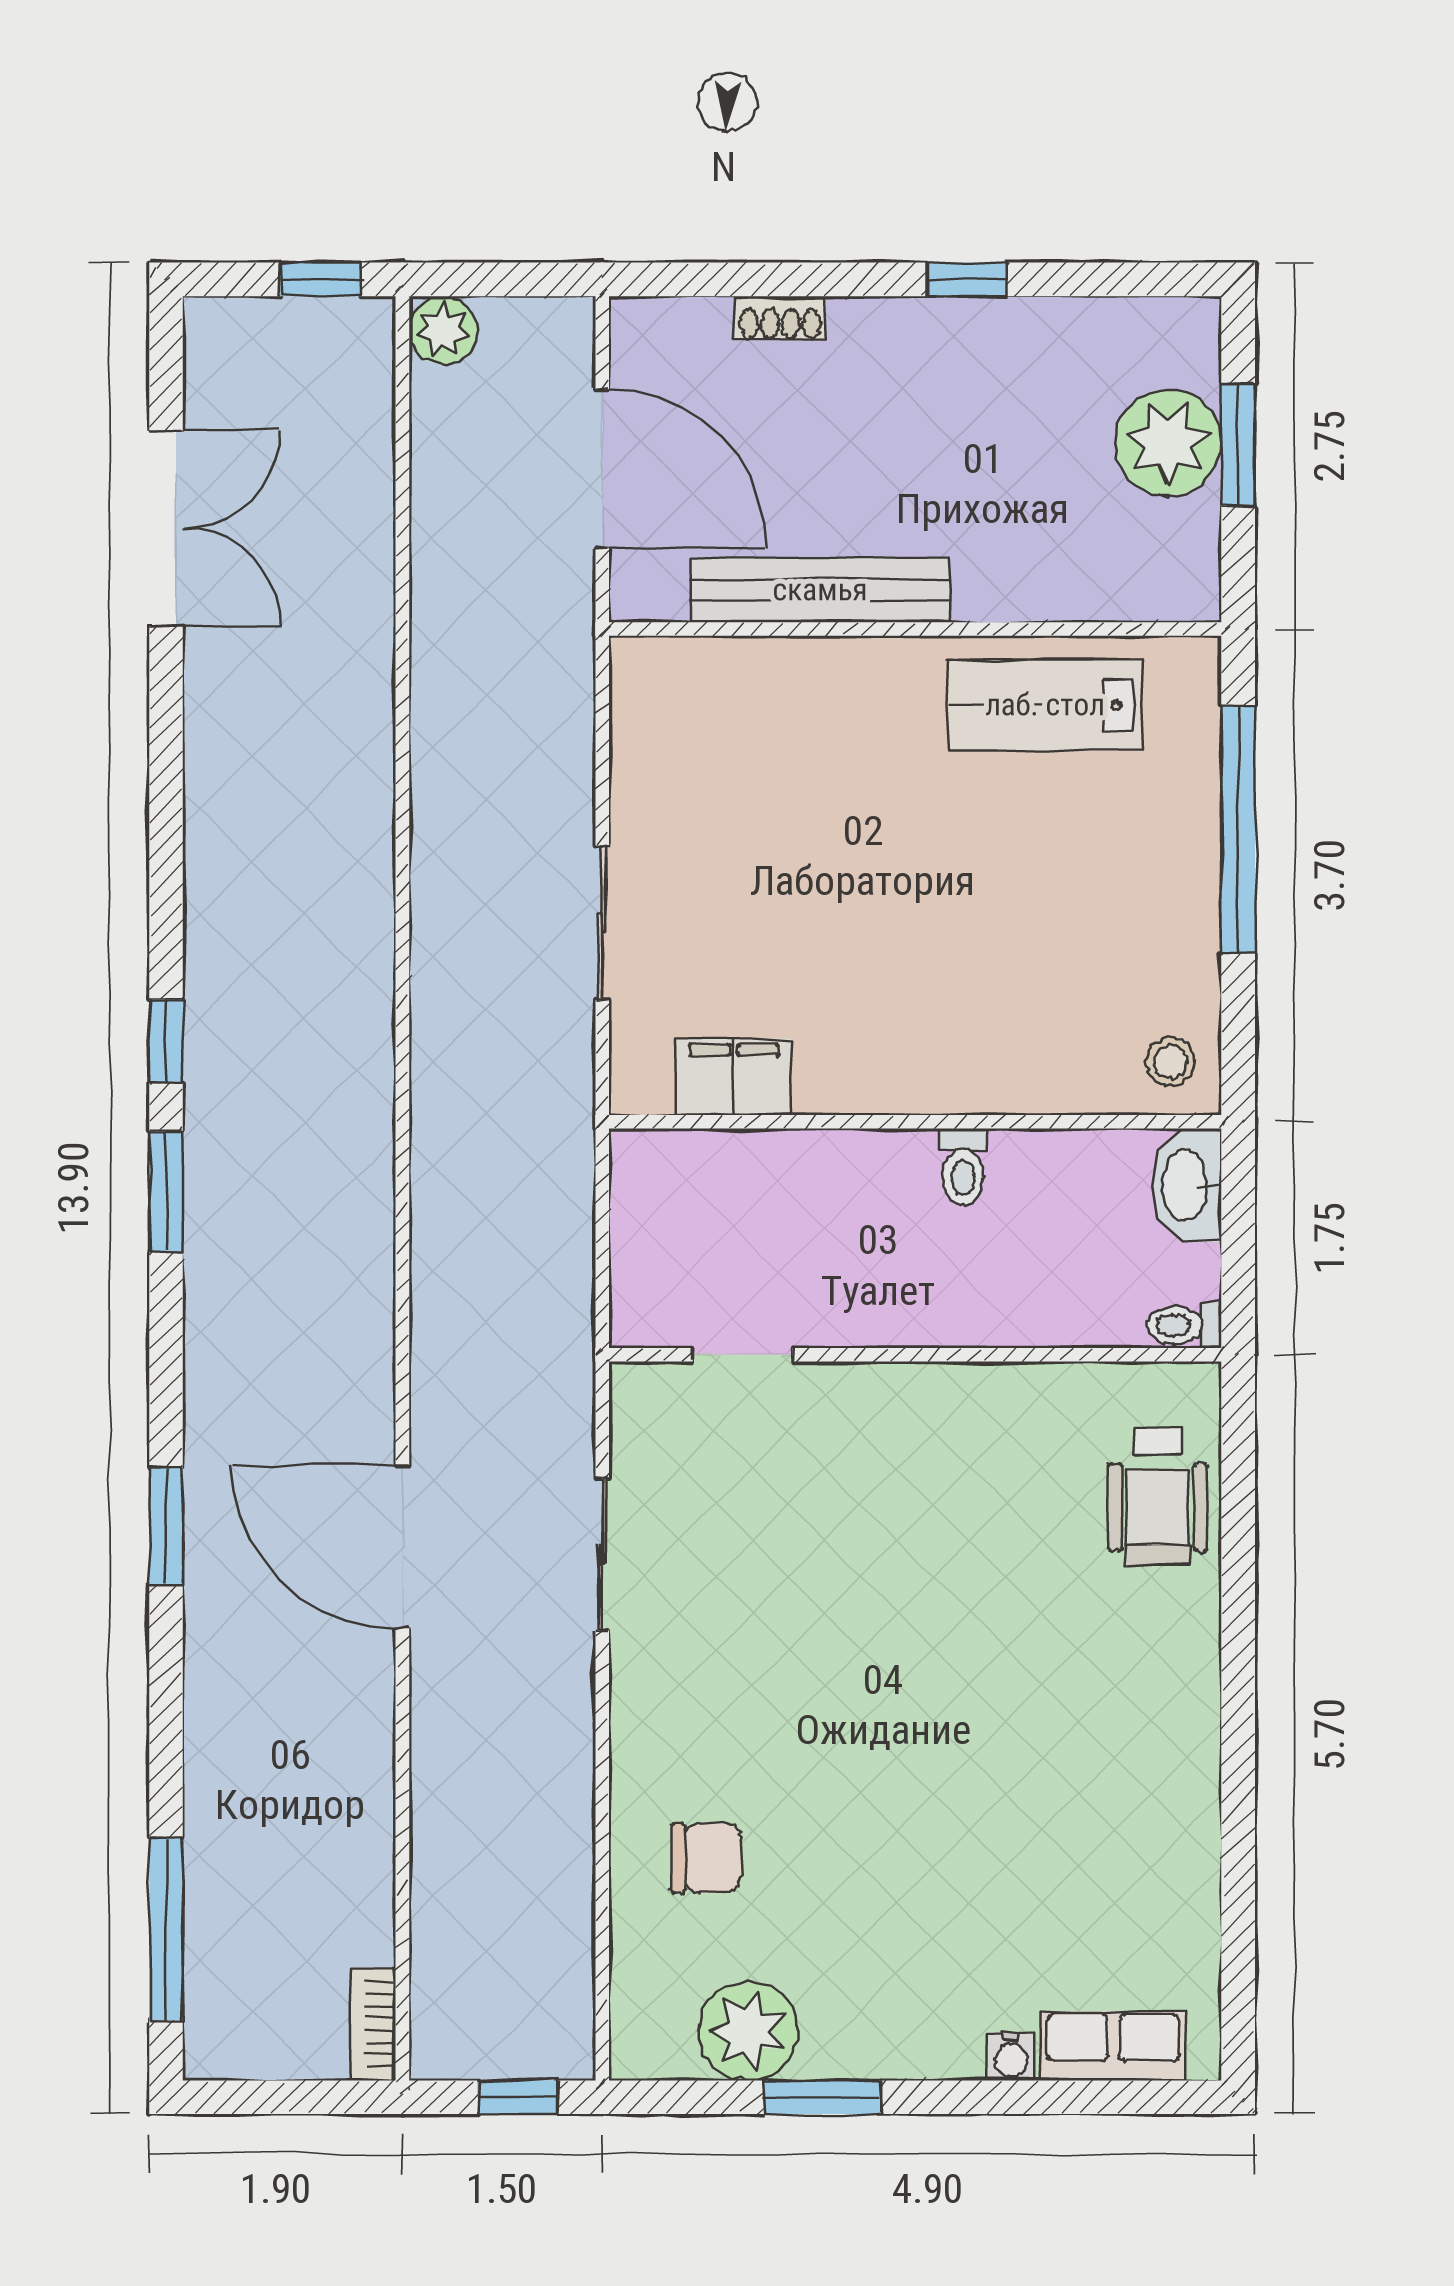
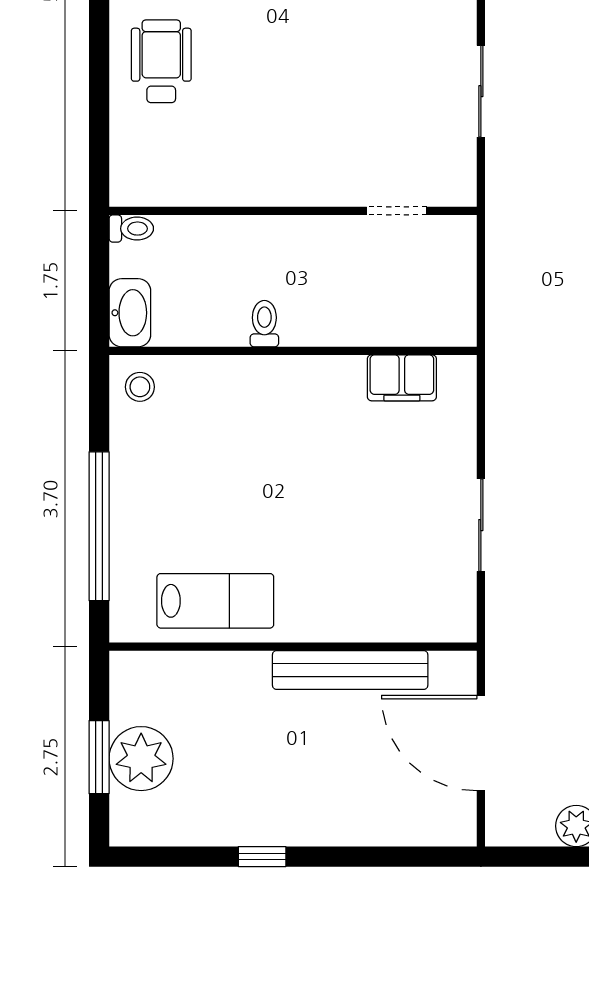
shoe rack: (780, 318) -> (374, 833), removed
sliding door: (602, 923) -> (481, 525), moved
wheelchair: (1158, 1496) -> (161, 61), moved

